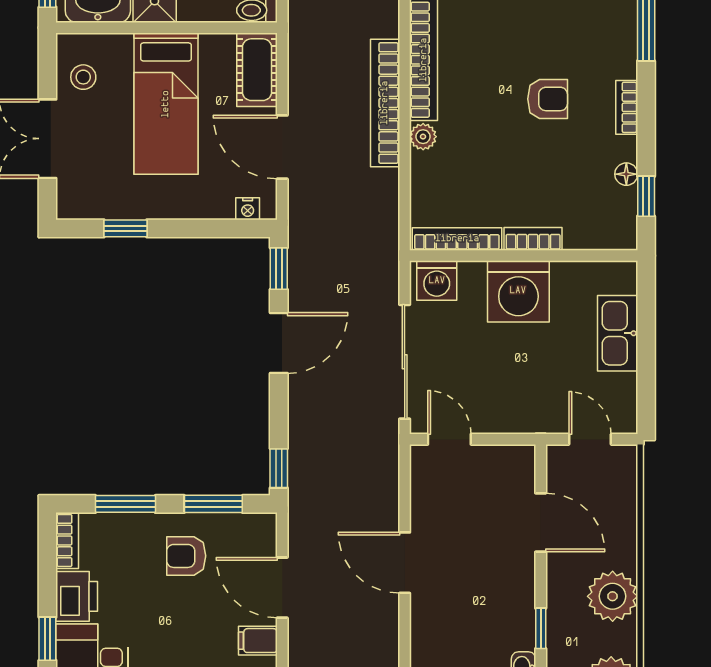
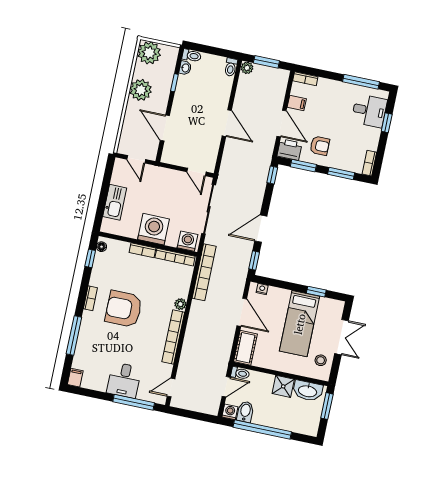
armchair: (548, 99) -> (124, 309), width x1.88, depth x1.88
bookcase: (385, 103) -> (204, 272), moved
bed: (166, 104) -> (300, 324), moved, turned 180
floor lamp: (626, 174) -> (101, 247), moved
printer: (77, 596) -> (289, 150), moved, turned 90

